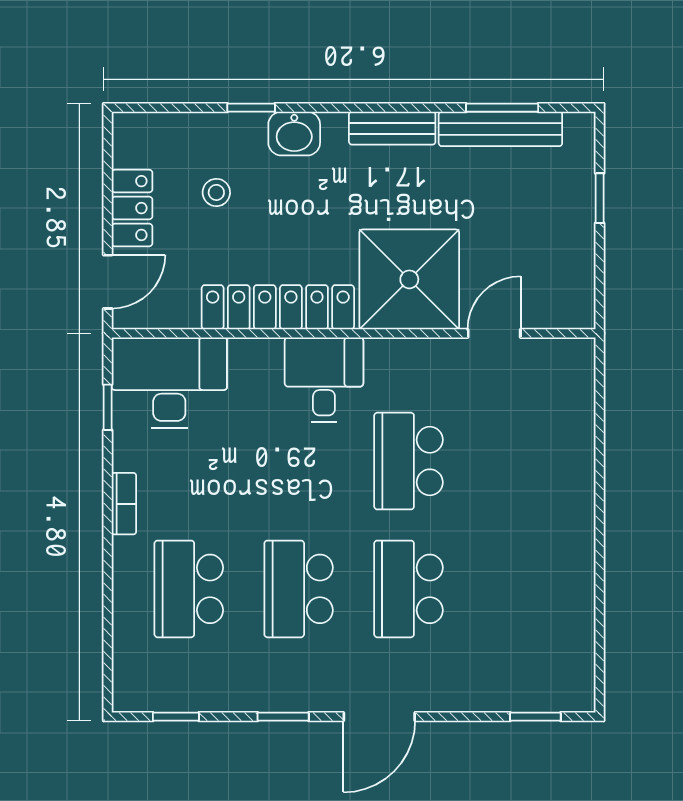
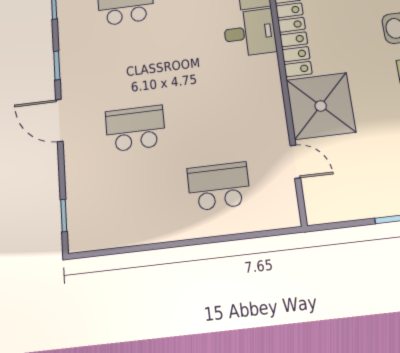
desk: (324, 380) -> (250, 33), moved
school desk: (408, 461) -> (219, 186), moved
school desk: (299, 589) -> (130, 65), removed

